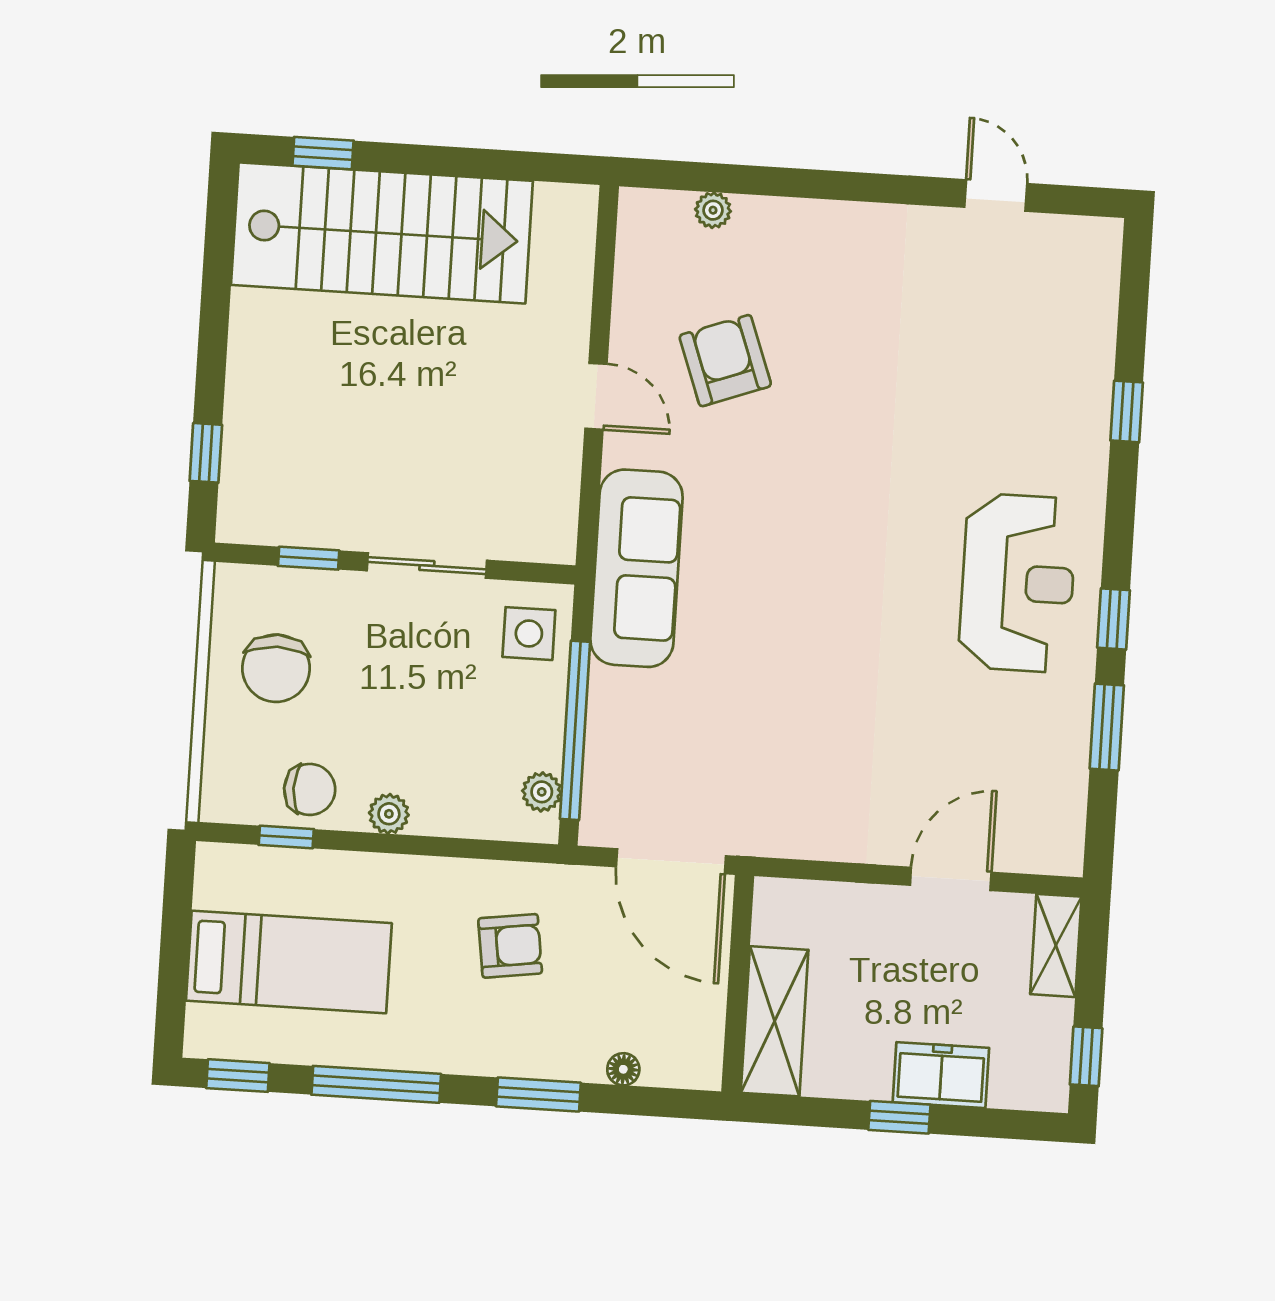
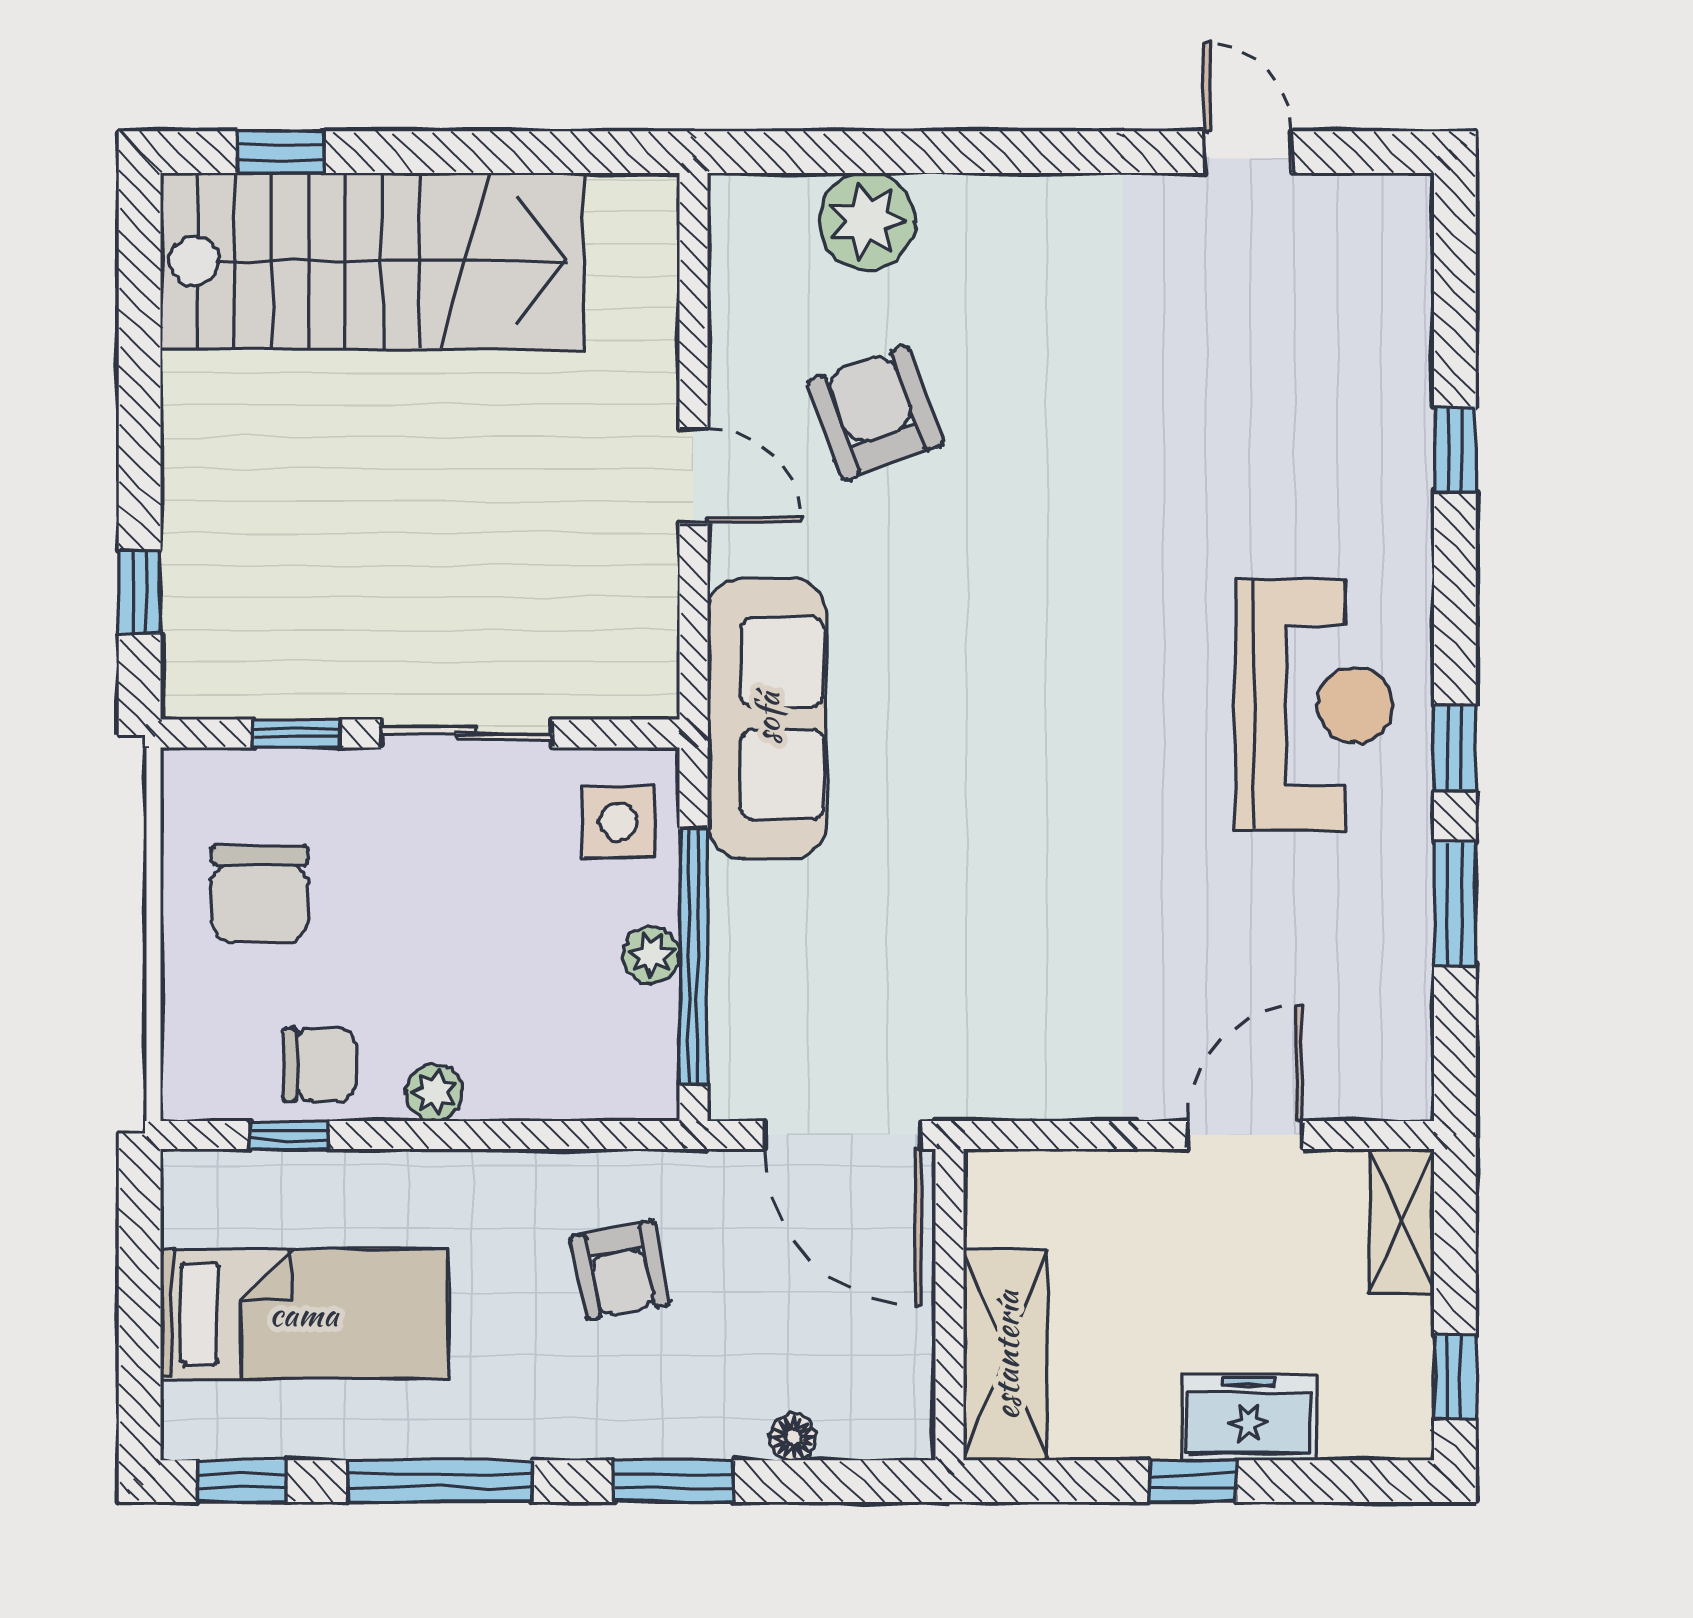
plant: (713, 210) -> (867, 221), width x1.87, depth x1.87
plant: (542, 792) -> (651, 955), moved
armchair: (510, 946) -> (620, 1271), turned 87

